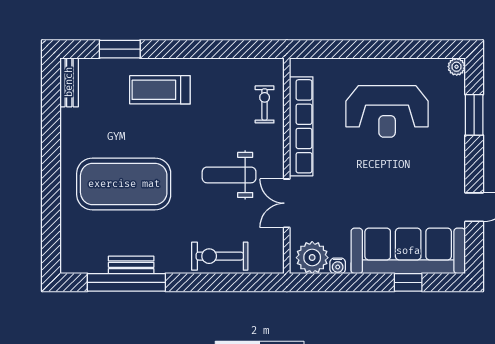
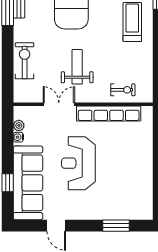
plant: (457, 67) -> (147, 214), removed
reception desk: (387, 111) -> (78, 163), moved
plant: (312, 258) -> (19, 125), width x0.53, depth x0.53

